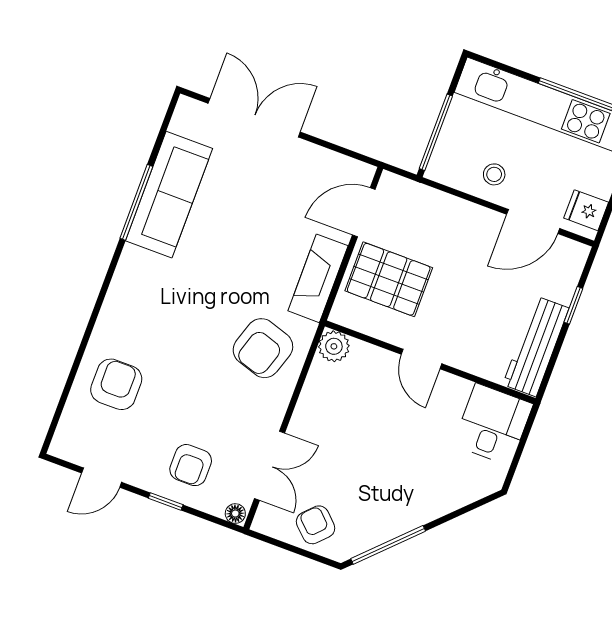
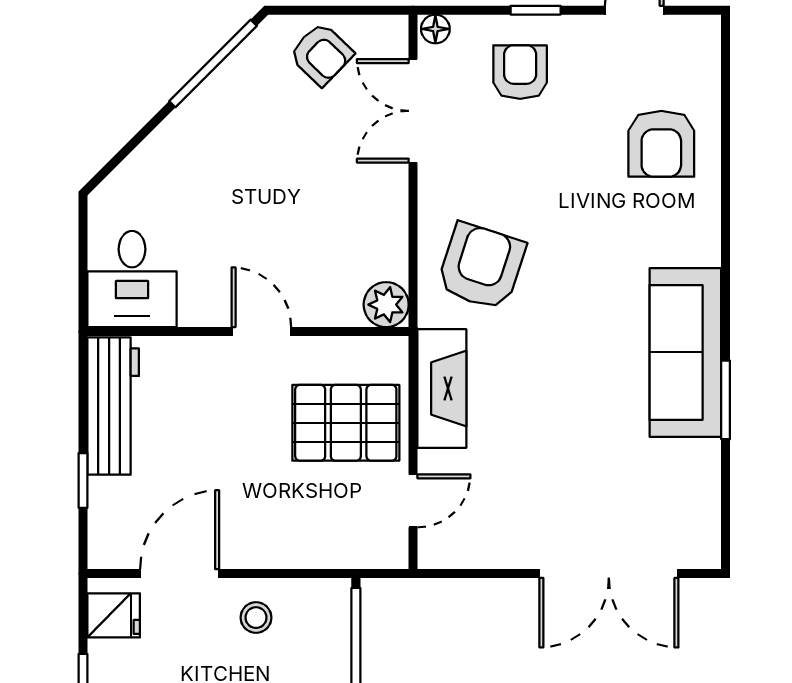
sofa: (169, 195) -> (685, 352), moved
window: (136, 202) -> (726, 400), width x0.69
door: (364, 212) -> (413, 501), width x0.73

